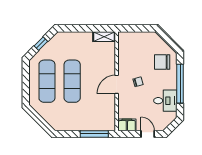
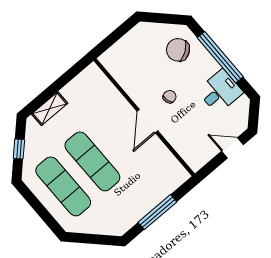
shelving: (104, 37) -> (50, 109), moved
chair: (162, 62) -> (178, 50), turned 56
filing cabinet: (127, 125) -> (199, 158), removed
window: (94, 134) -> (157, 212), moved

